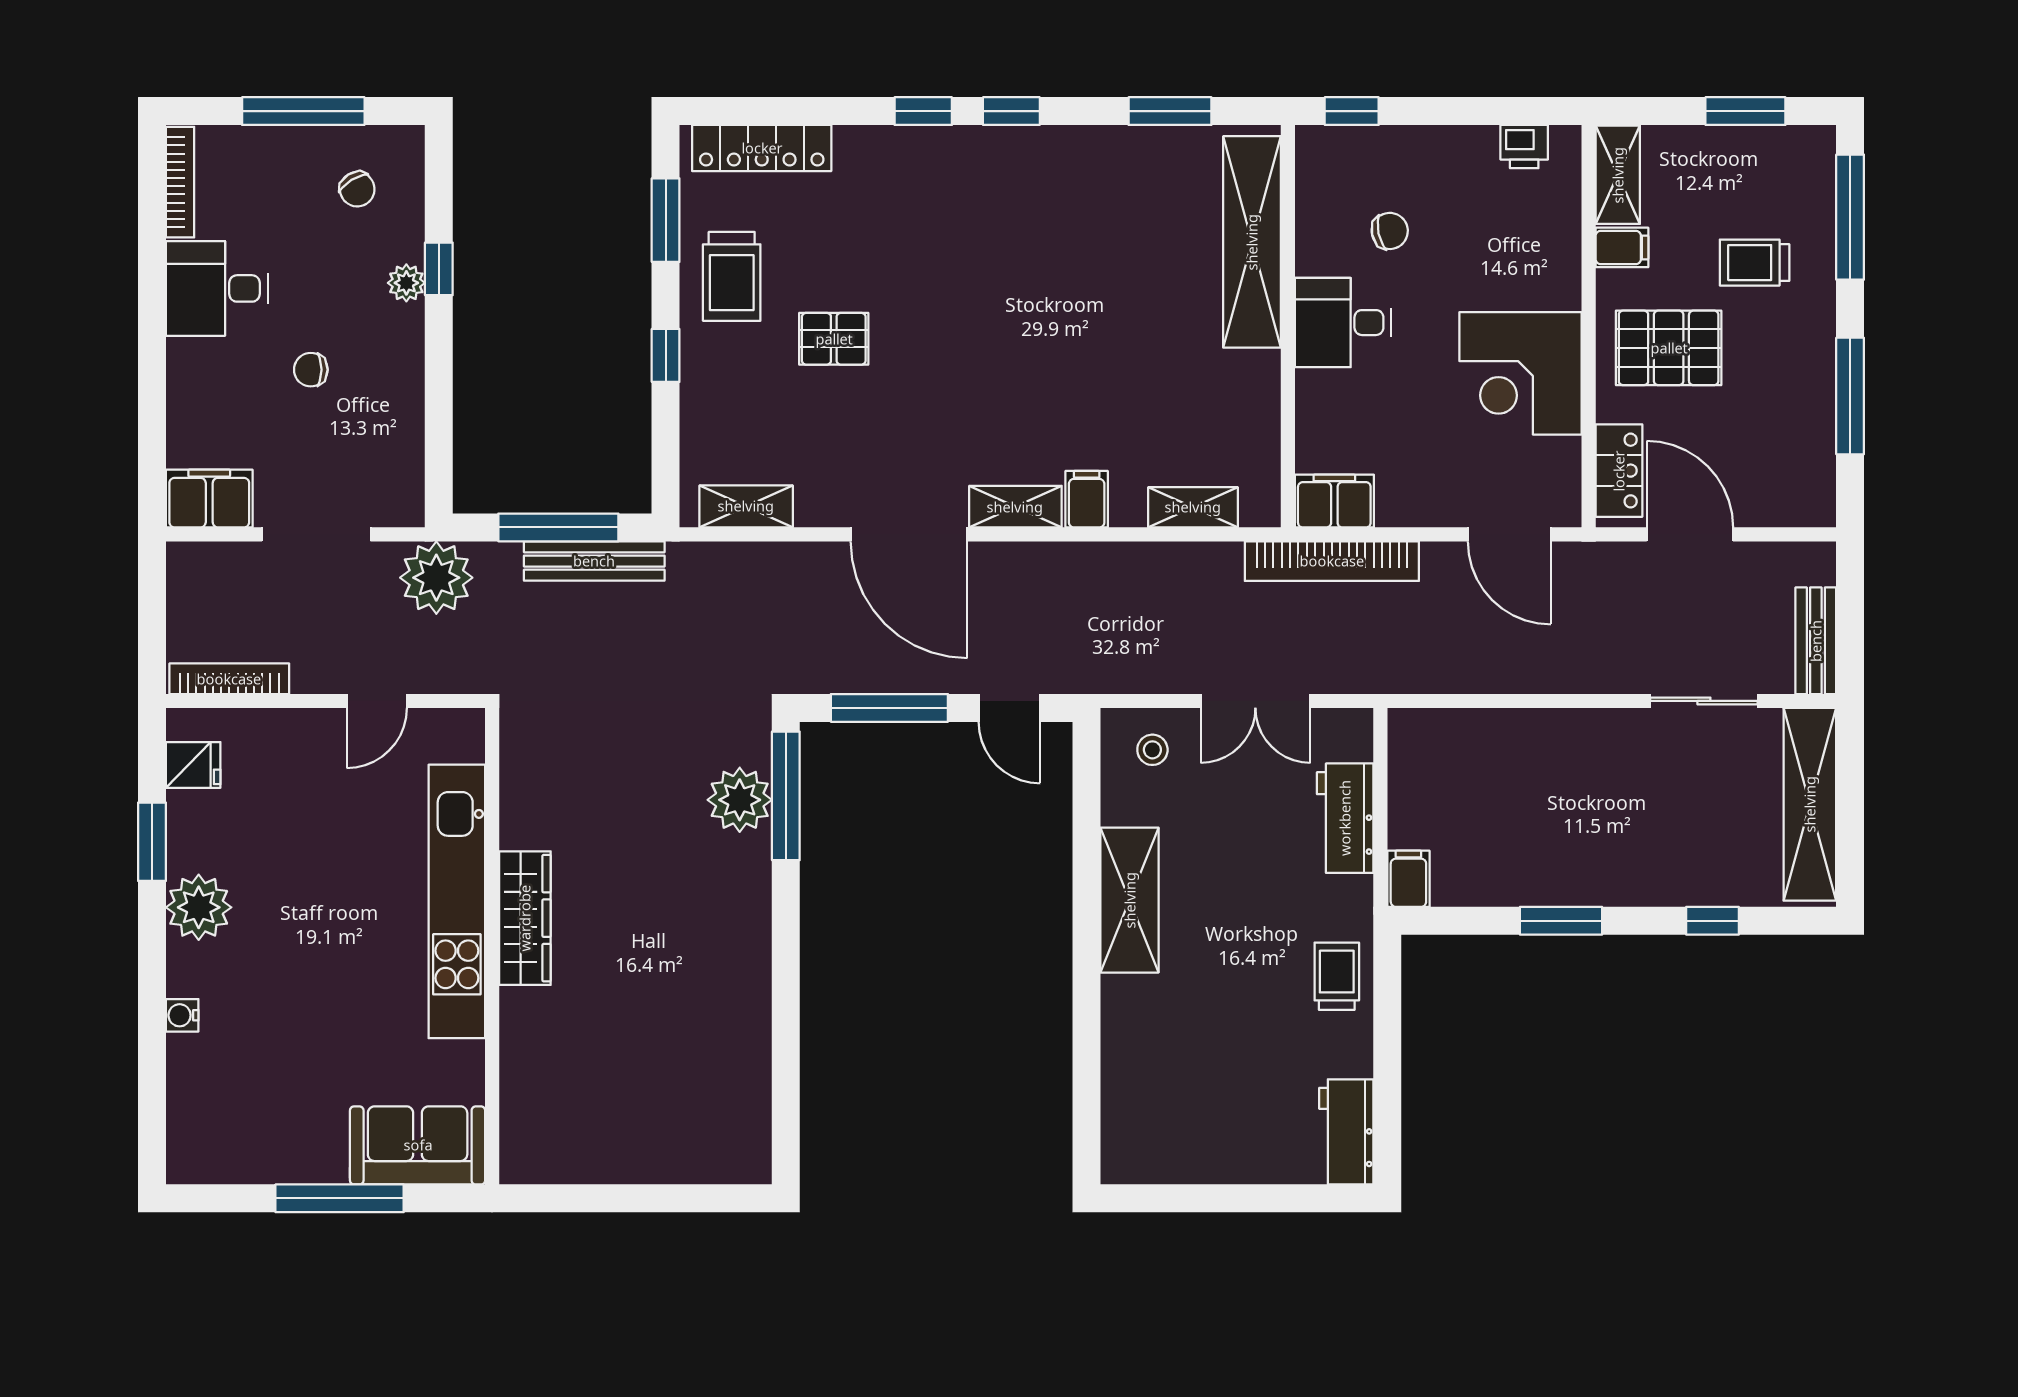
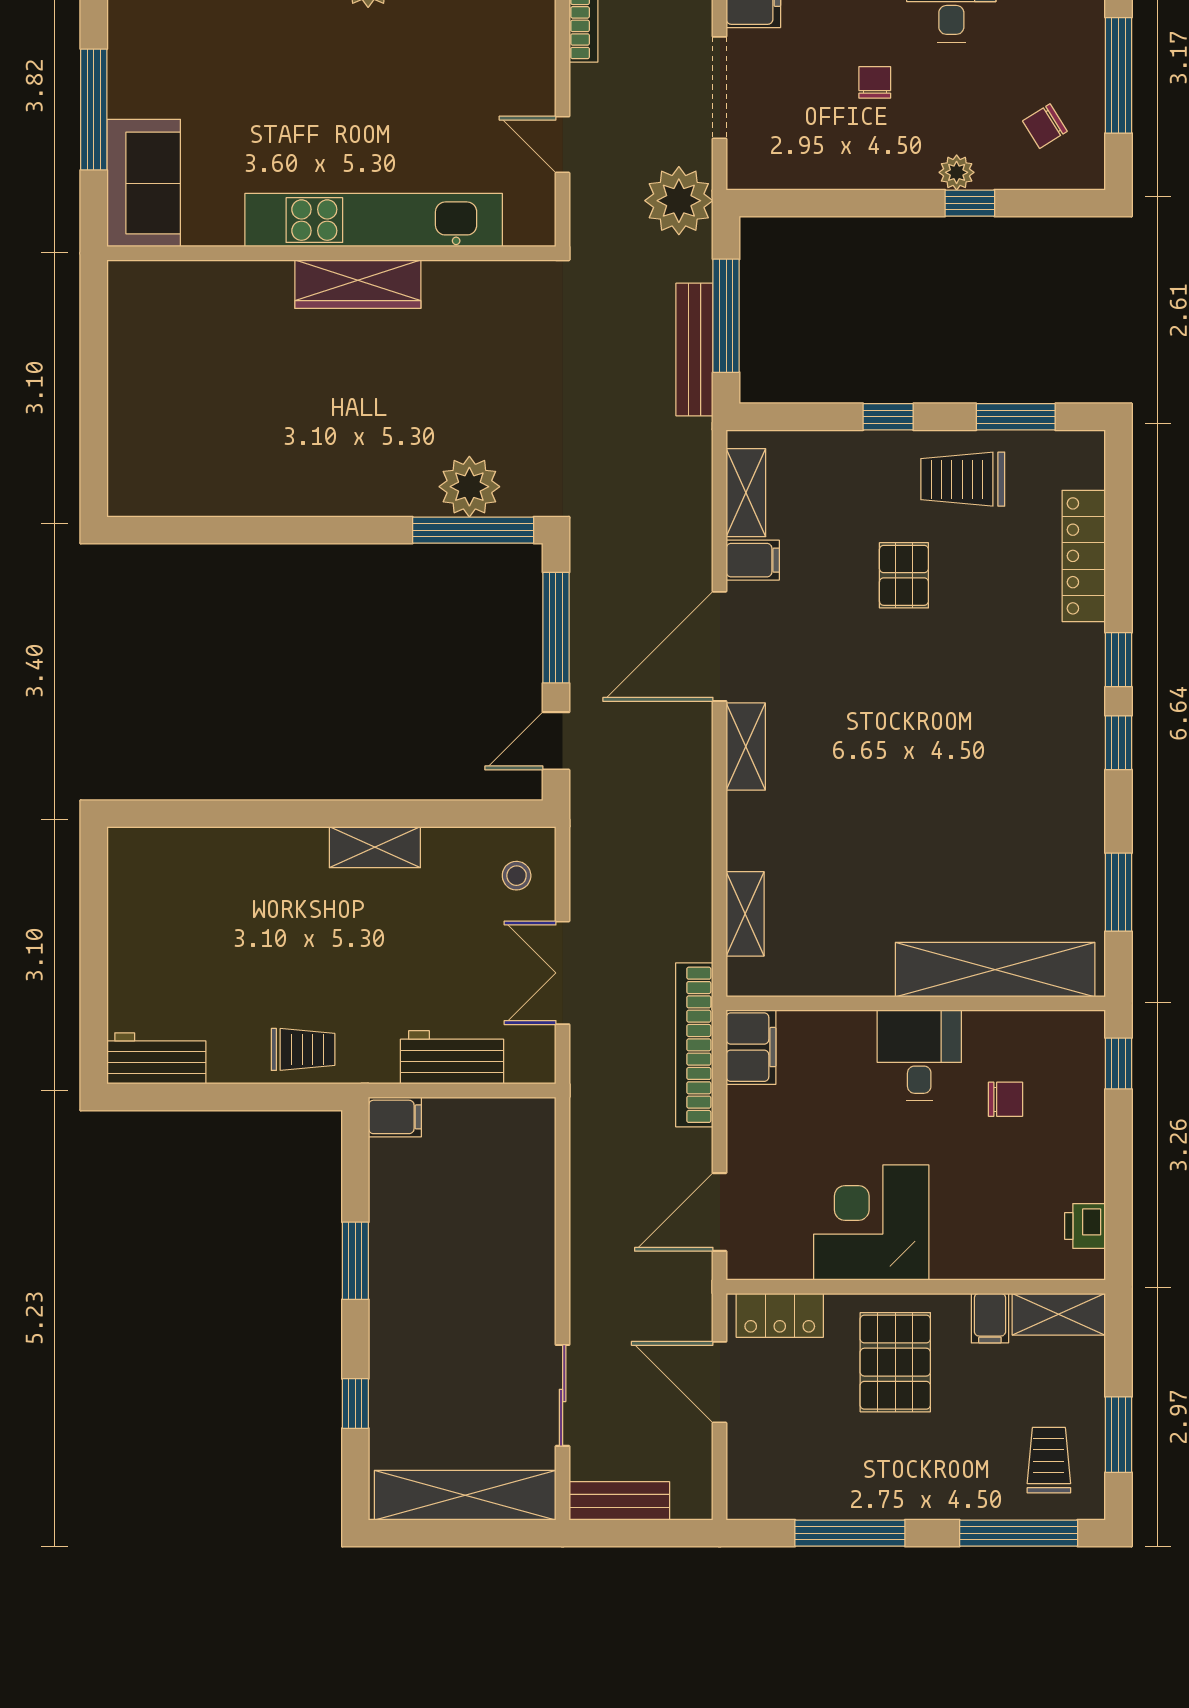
locker: (762, 148) -> (1084, 556), moved
chair: (1390, 231) -> (1006, 1099), turned -78
trolley: (1755, 263) -> (1049, 1460), moved
filing cabinet: (1087, 499) -> (753, 560), moved
door: (1690, 534) -> (720, 1382), swing flipped
shelving: (1130, 900) -> (375, 847), width x0.67, depth x0.75

